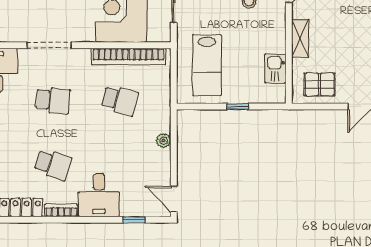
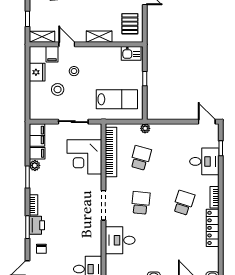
kitchen sink: (275, 69) -> (131, 53), moved
plant: (164, 141) -> (145, 128), moved
desk: (99, 195) -> (204, 161), moved
door: (174, 199) -> (207, 122), swing flipped

